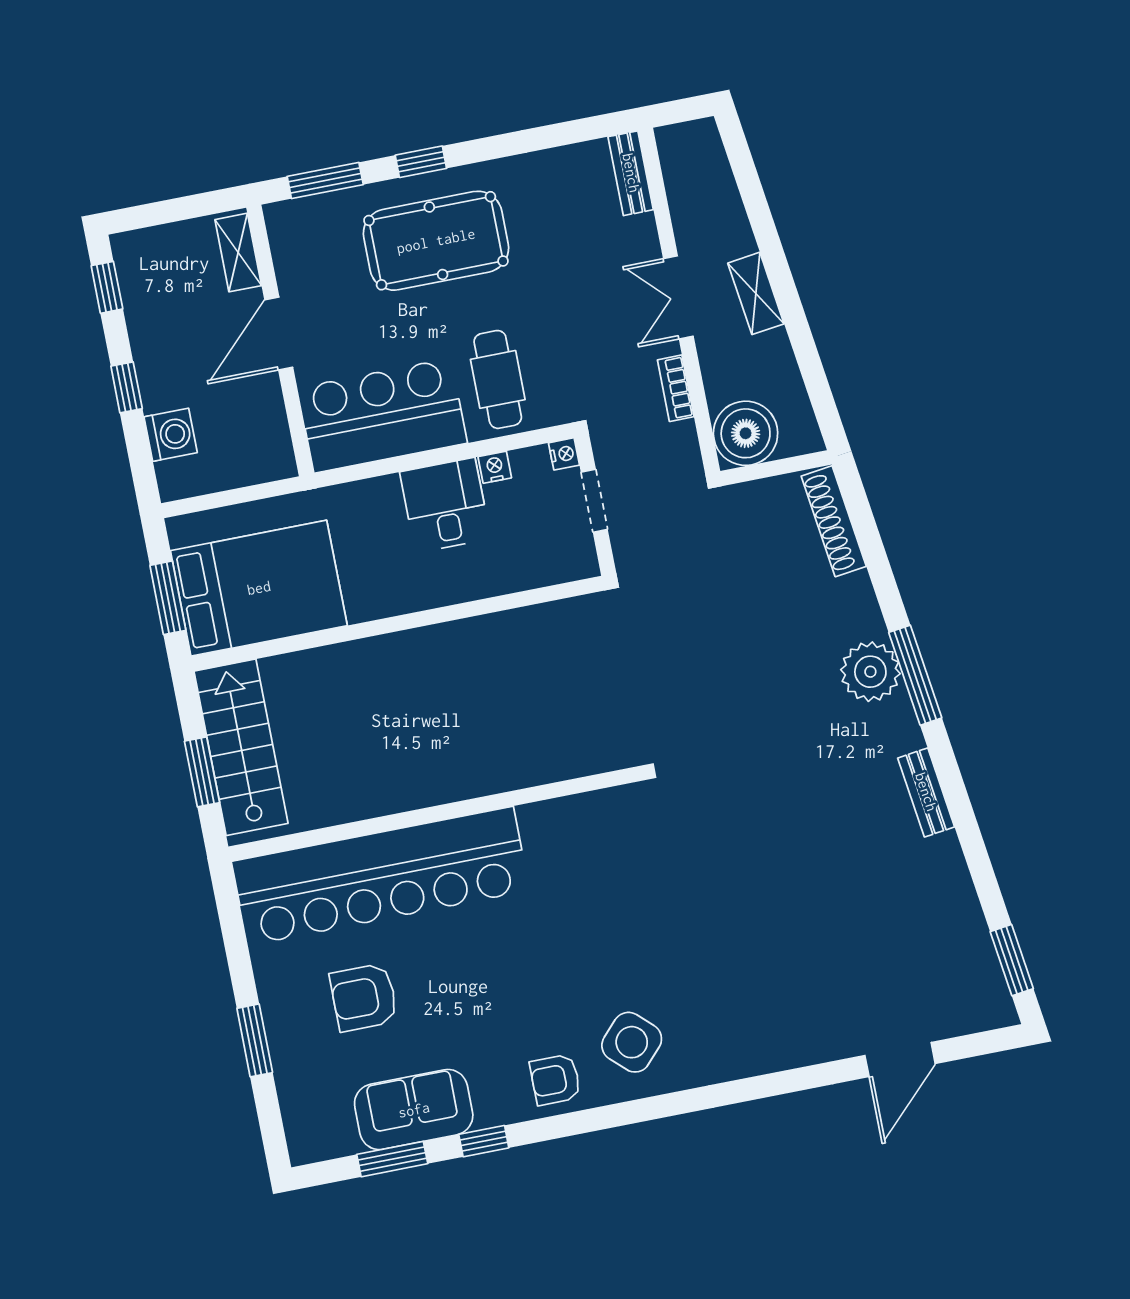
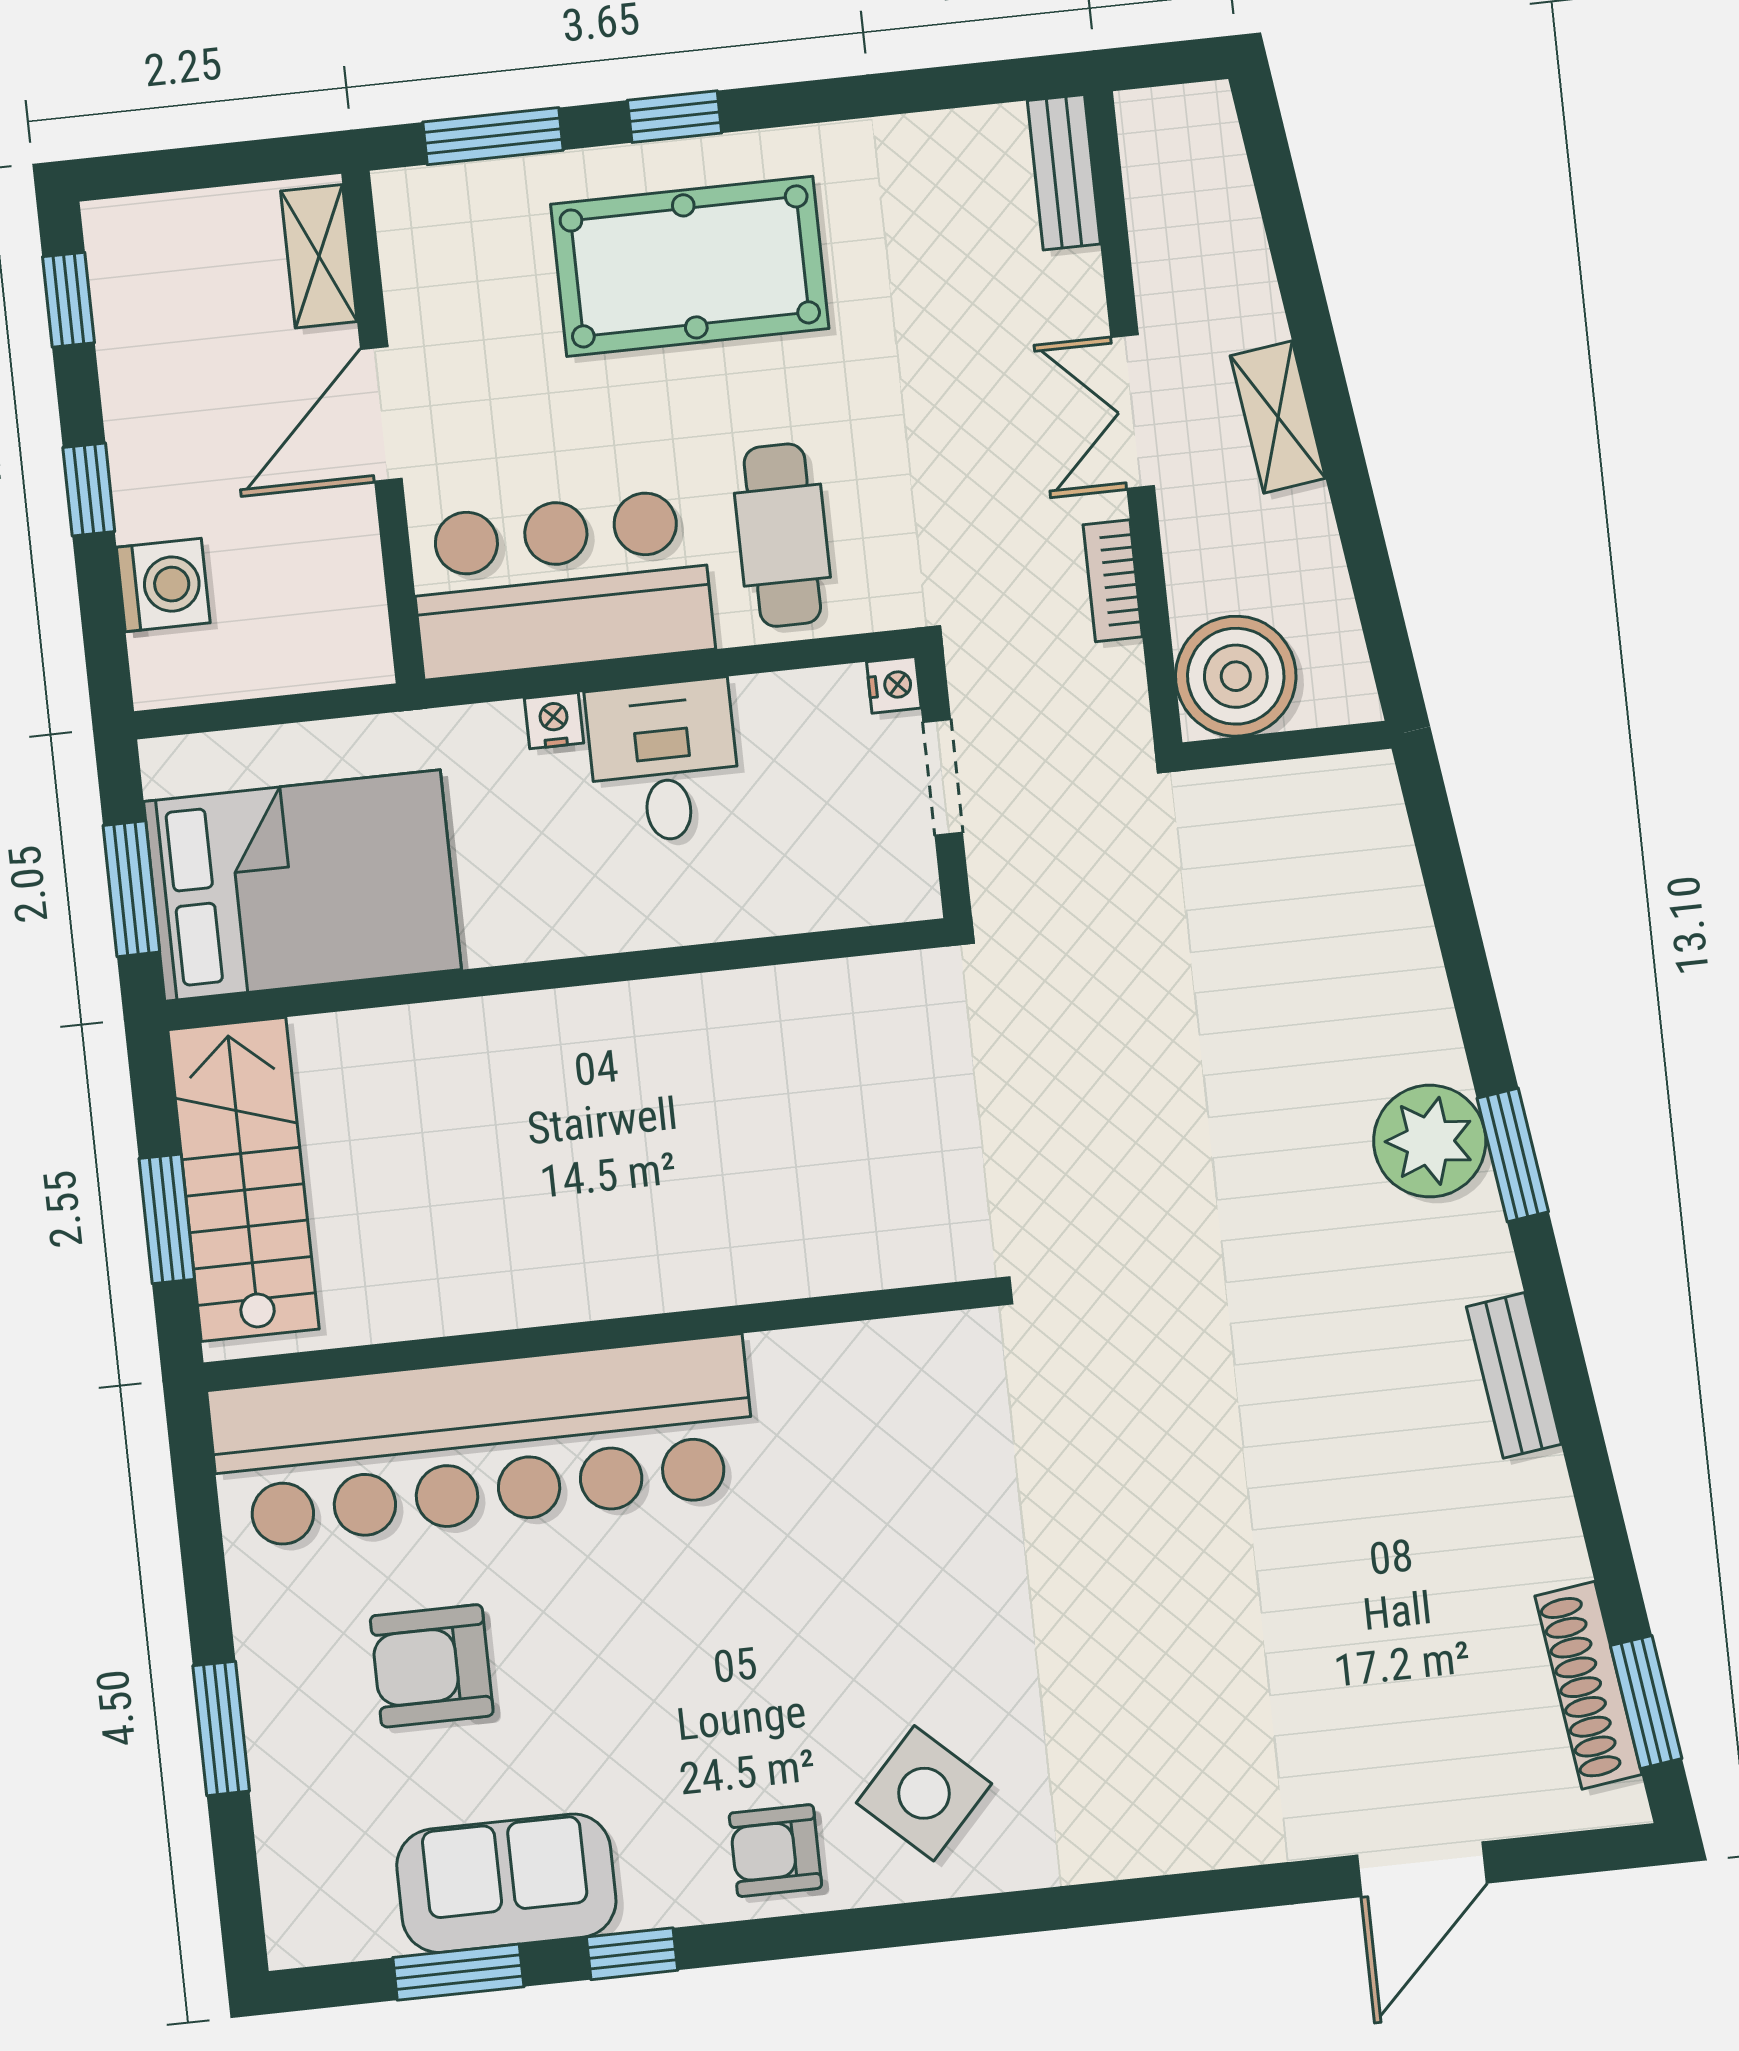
nightstand: (495, 467) -> (554, 721), moved
shoe rack: (834, 521) -> (1588, 1685), moved
window: (915, 675) -> (1513, 1155), width x0.69

